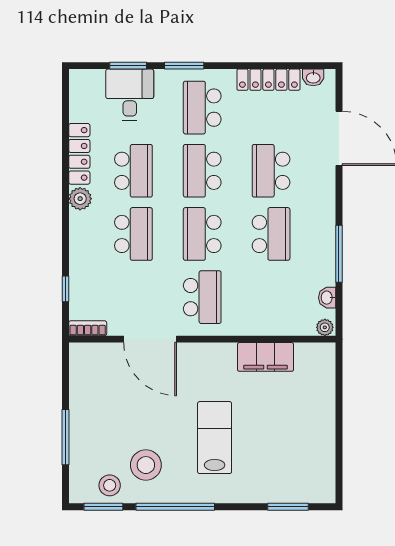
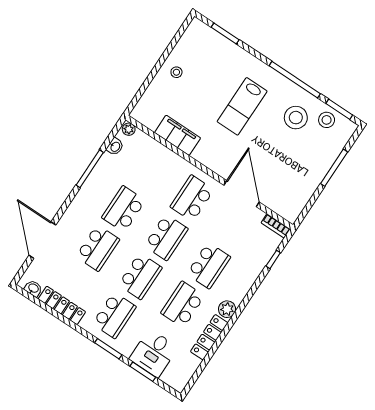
school desk: (133, 234) -> (209, 265), turned 180
stool: (314, 427) -> (176, 72), added

